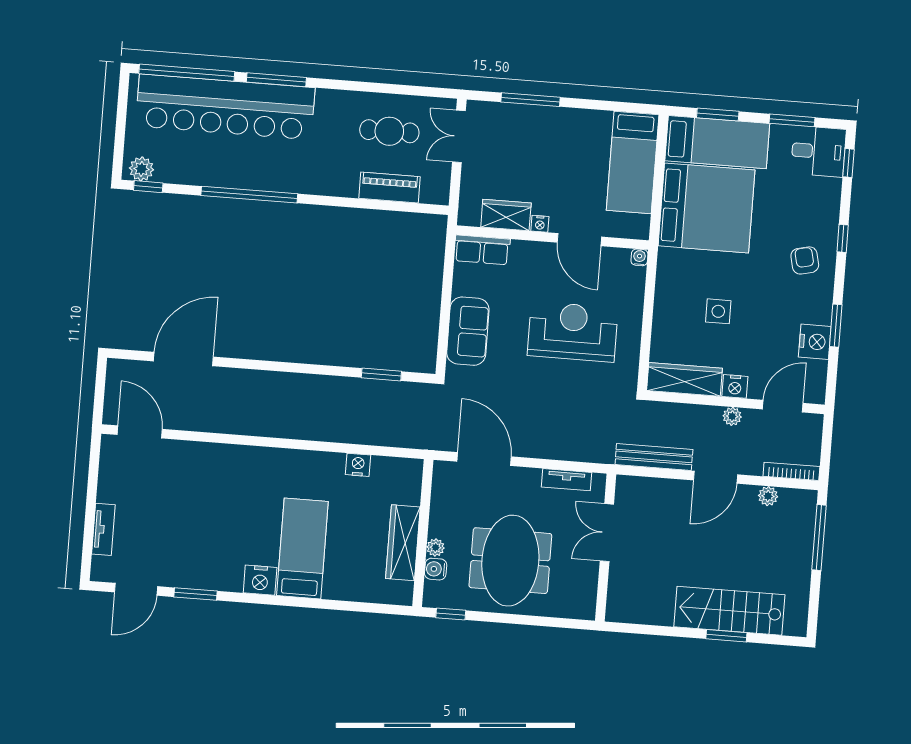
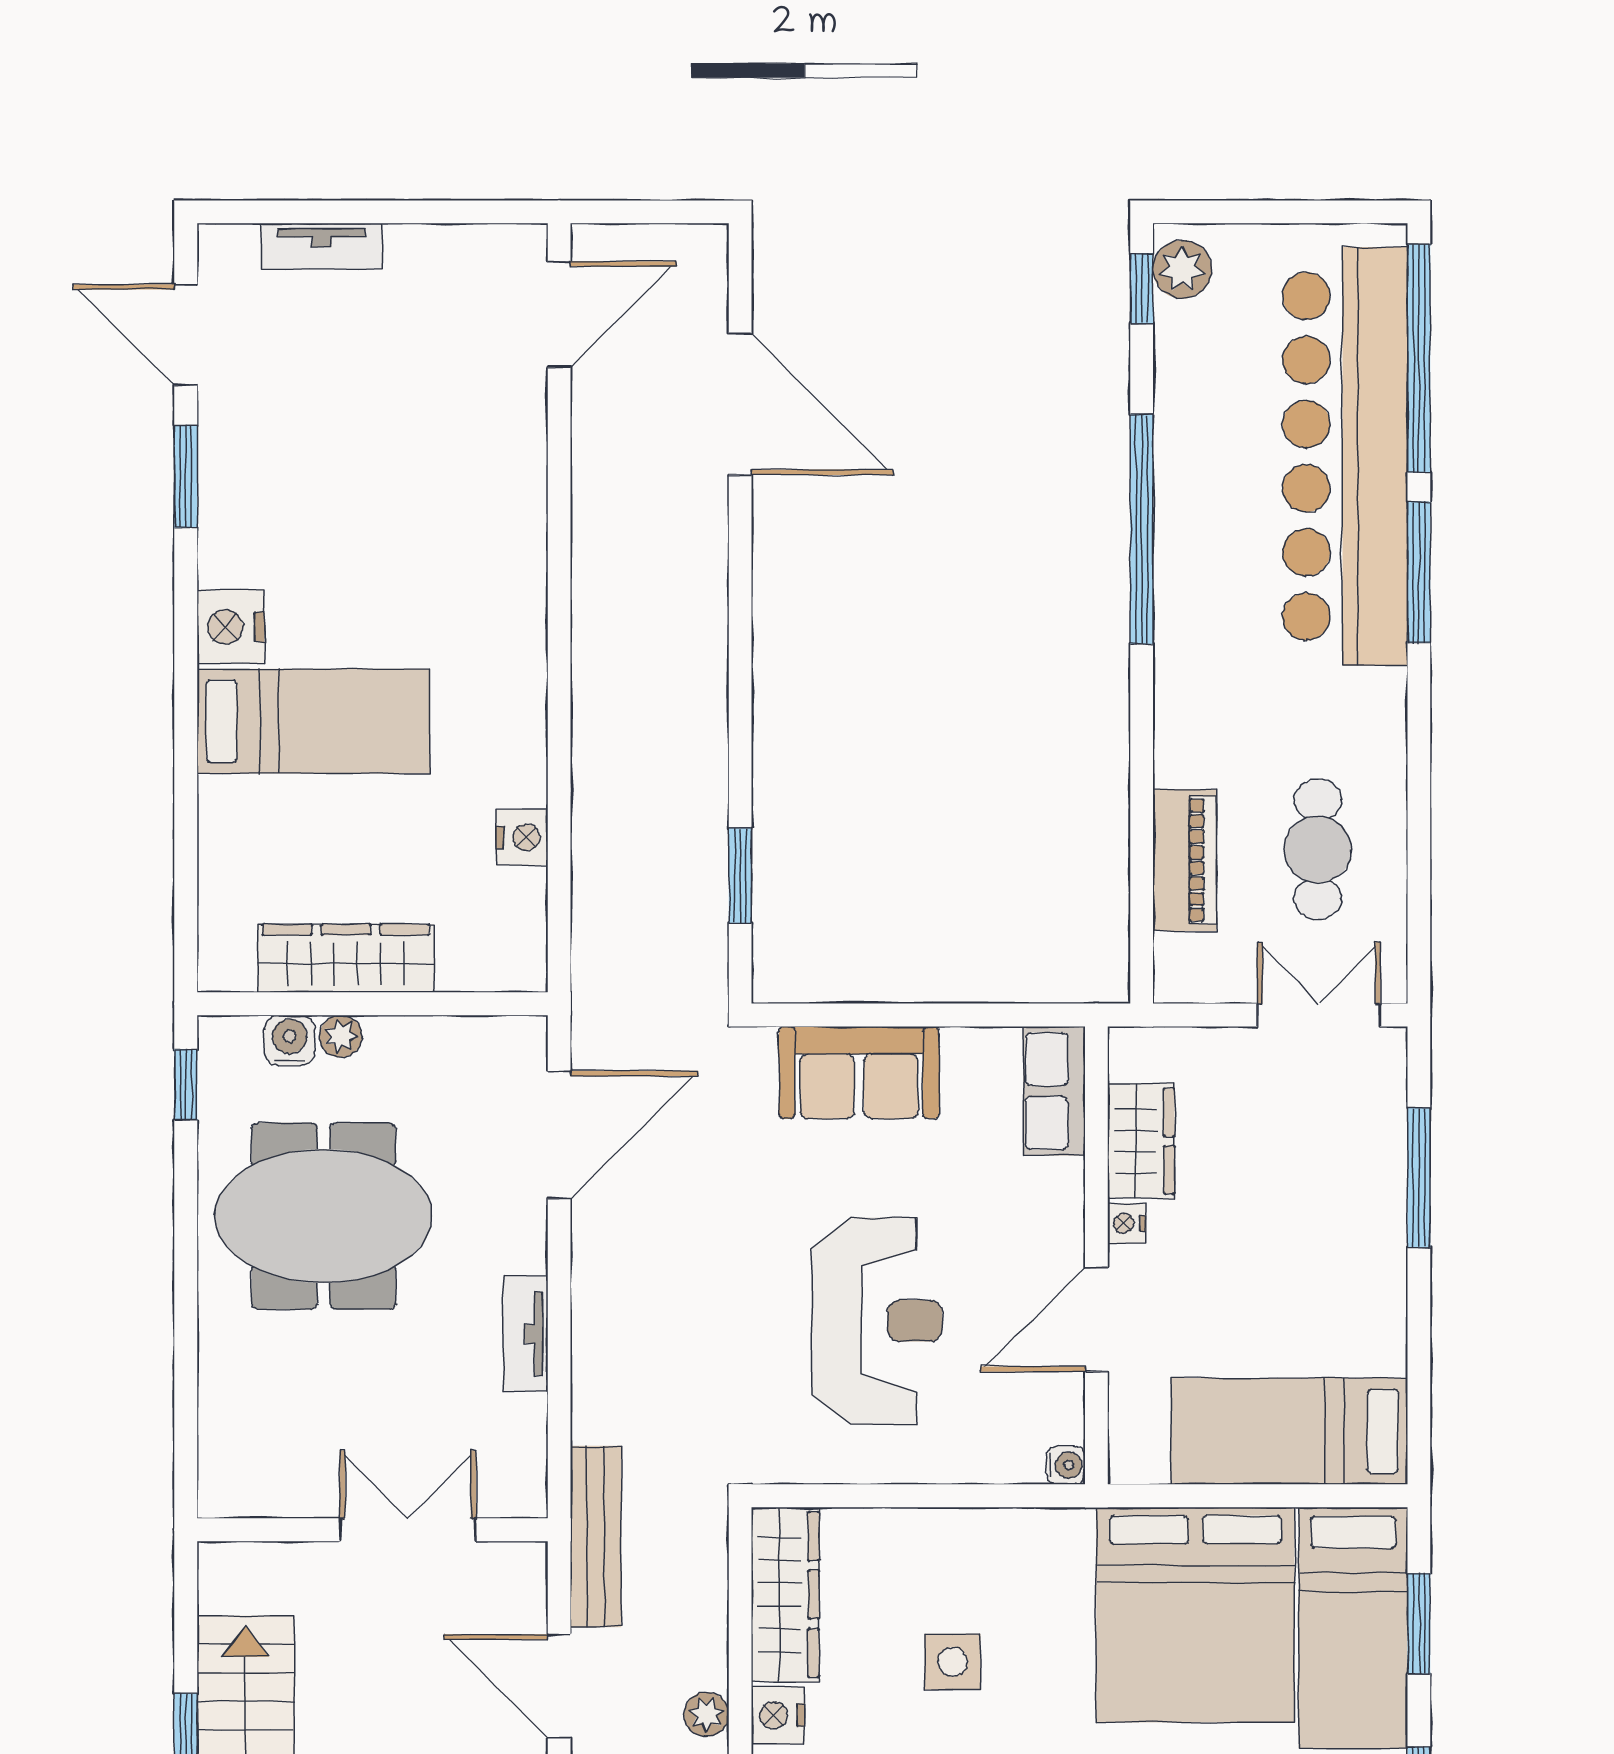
double door: (607, 533) -> (408, 1530), moved
wall: (606, 547) -> (372, 1530), moved

